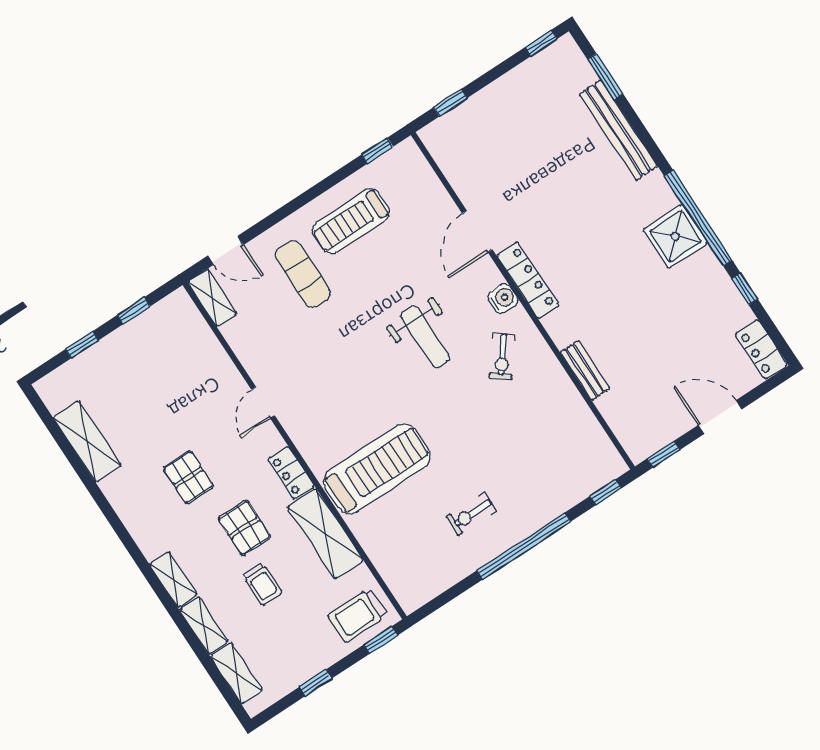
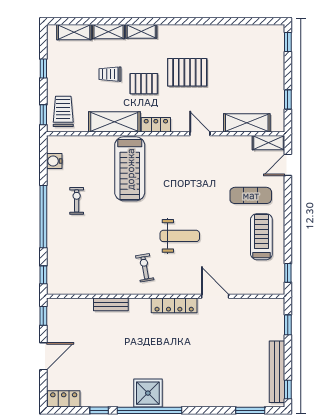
bench: (618, 130) -> (277, 372), moved, turned 90
water cooler: (503, 298) -> (54, 161), moved, turned 90
weight bench: (425, 337) -> (180, 236), turned 180
window: (82, 345) -> (288, 42), moved
exercise bike: (502, 356) -> (145, 268), turned 42
shelving: (87, 441) -> (247, 123), moved
pallet: (188, 477) -> (187, 72), width x1.50, depth x1.42

